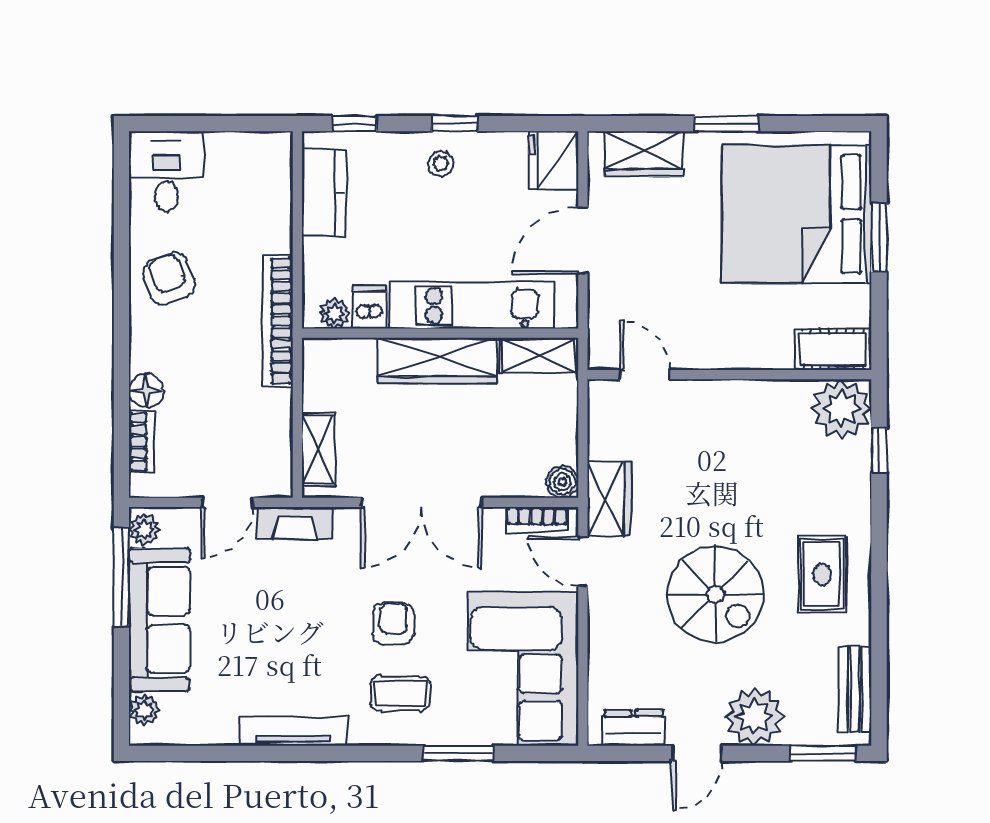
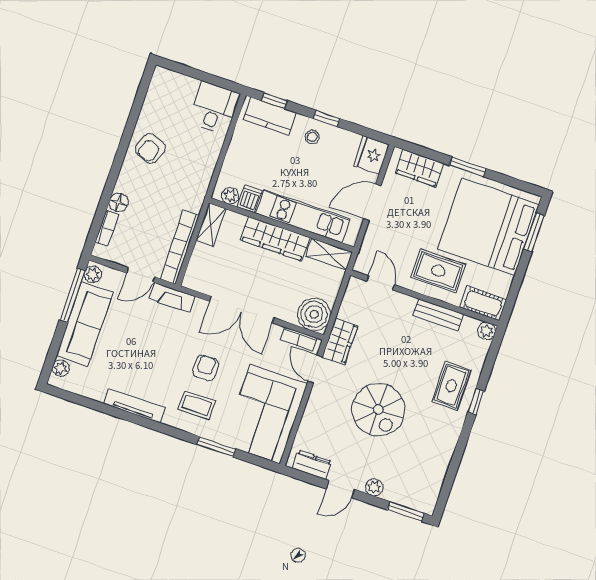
desk: (166, 171) -> (214, 108), moved
kitchen counter: (324, 193) -> (269, 116), moved, turned 90
window: (879, 238) -> (534, 232), moved
armchair: (169, 279) -> (150, 148), turned -138
rug: (737, 320) -> (438, 271), added
bookcase: (278, 321) -> (180, 247), moved
plant: (842, 409) -> (487, 331), width x0.53, depth x0.53
shelving: (318, 450) -> (211, 225), moved
window: (879, 451) -> (476, 402), moved
boiler: (562, 482) -> (314, 314), width x1.86, depth x1.86
rug: (822, 574) -> (451, 386), moved
bench: (855, 689) -> (438, 315), moved, turned 90
plant: (754, 717) -> (374, 487), width x0.53, depth x0.53

